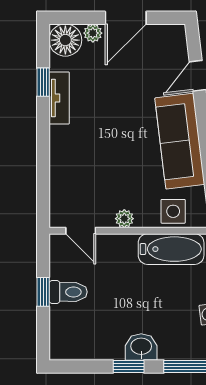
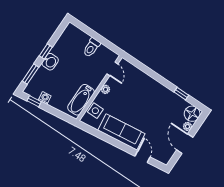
tv unit: (59, 98) -> (171, 96), removed
door: (81, 231) -> (112, 69), swing flipped
window: (43, 292) -> (98, 38), removed

